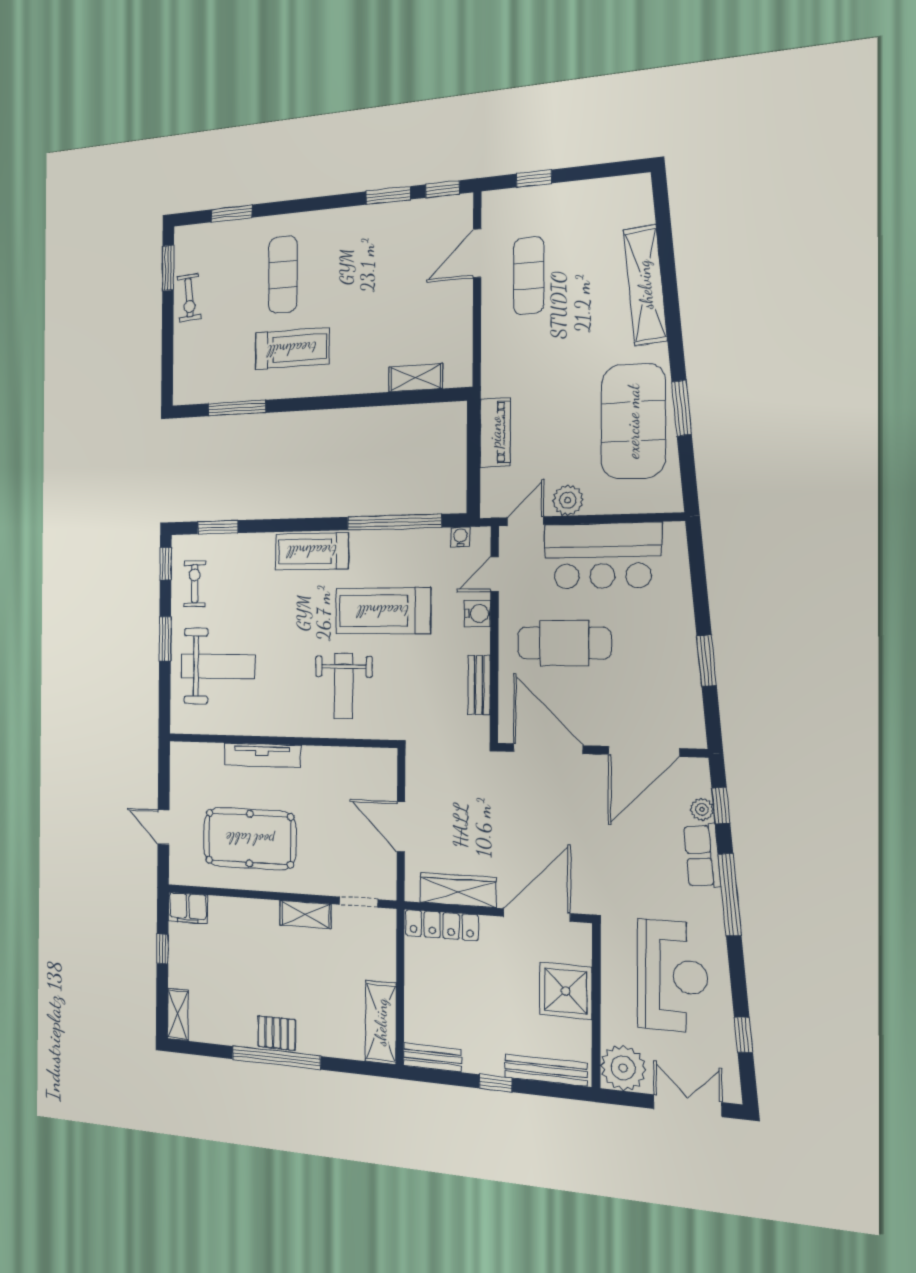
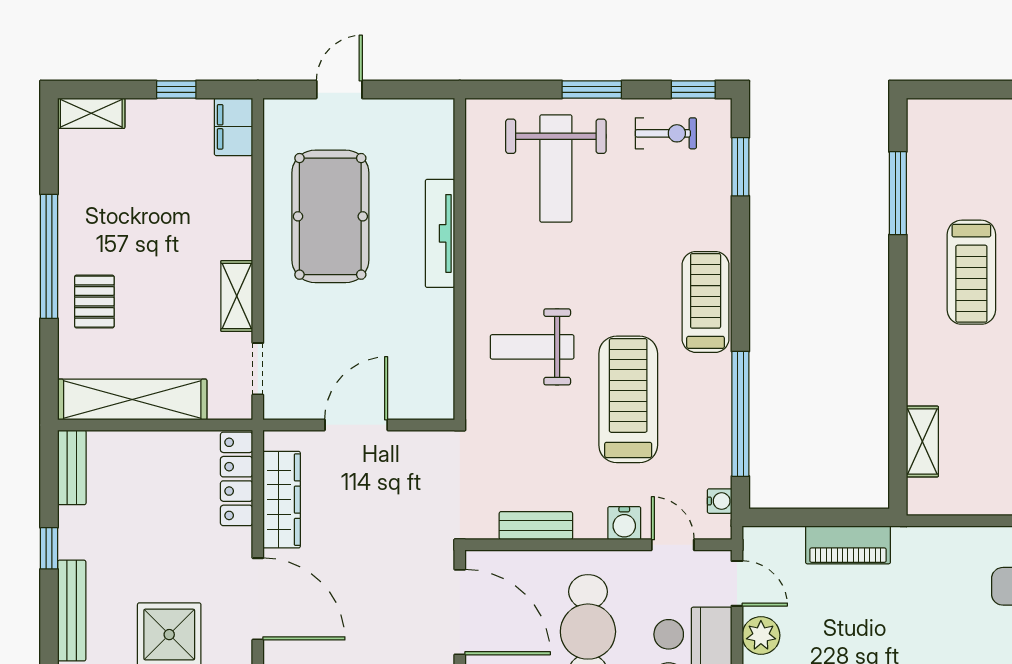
door: (548, 749) -> (460, 612), hinge flipped
shelving: (381, 1022) -> (132, 399), width x1.47
pallet: (277, 1033) -> (94, 302), moved

